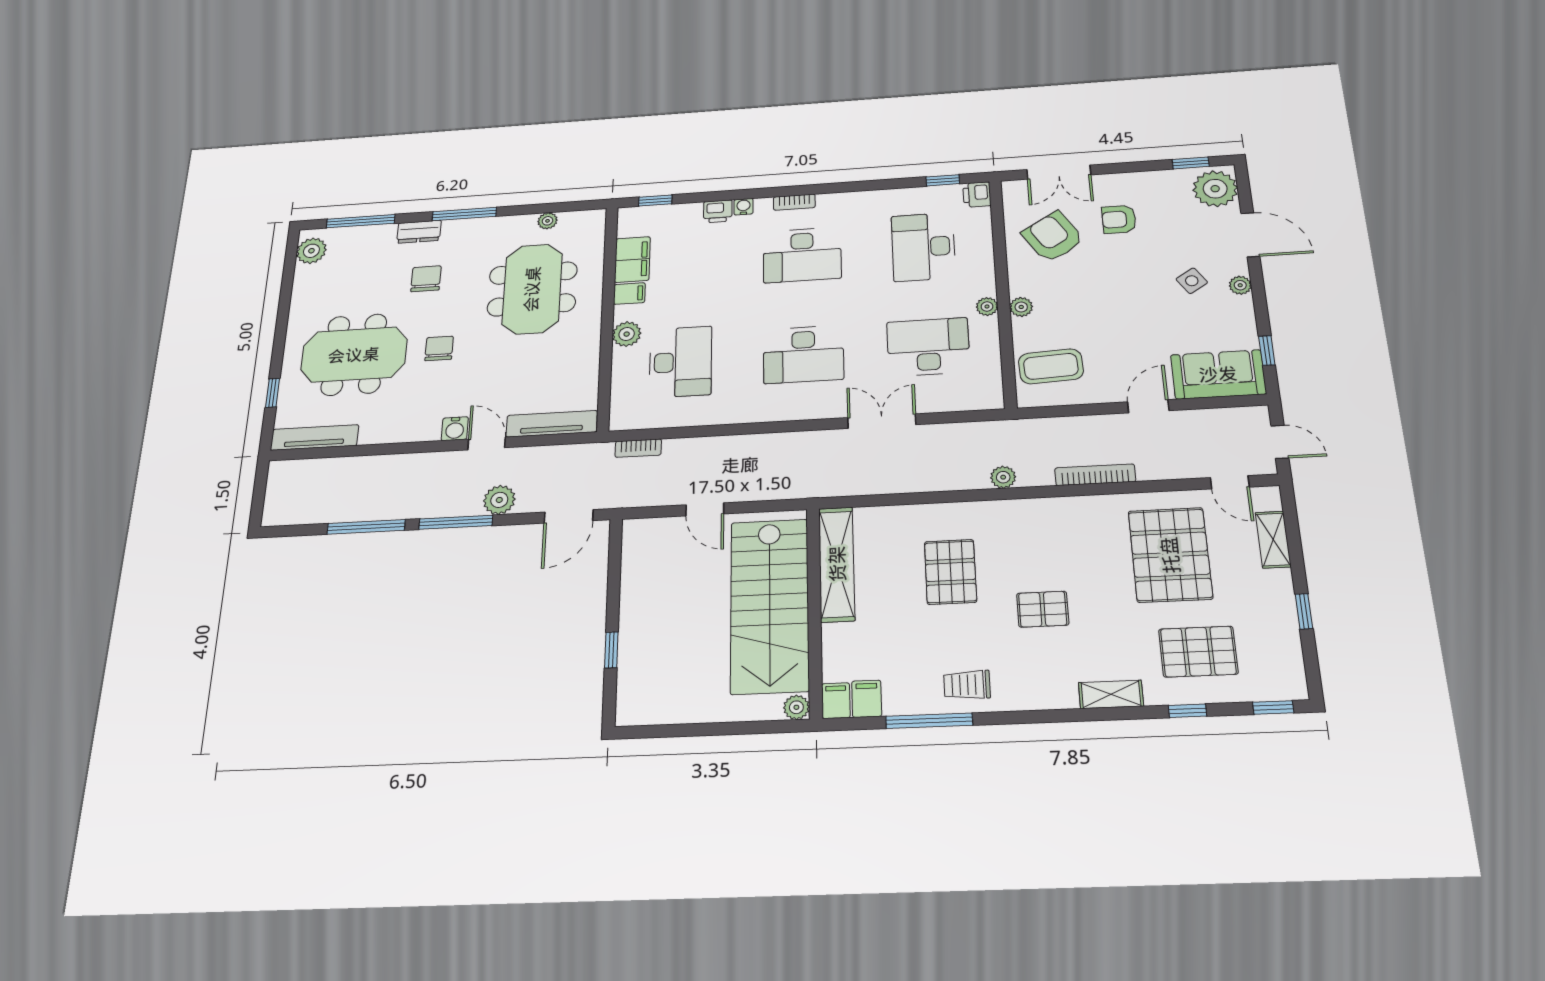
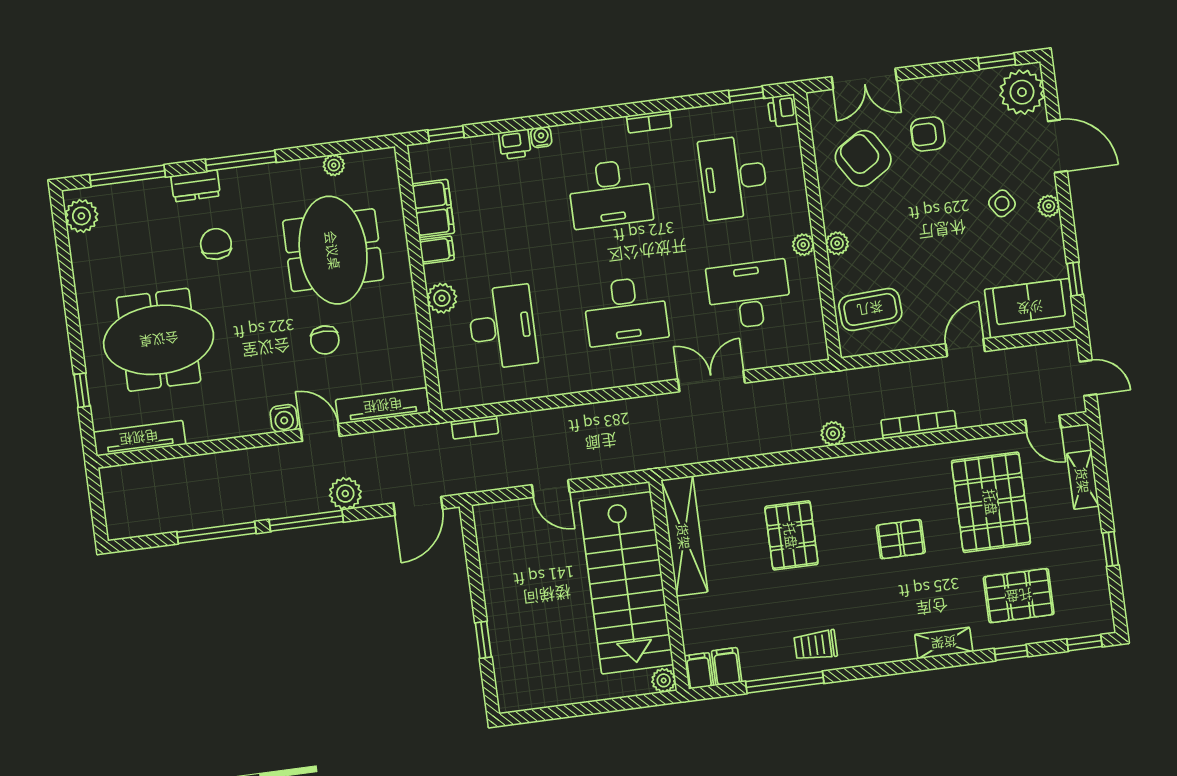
bookcase: (794, 202) -> (649, 122), moved
chair: (439, 348) -> (325, 340), moved, turned 180
pallet: (1043, 609) -> (901, 539), moved

